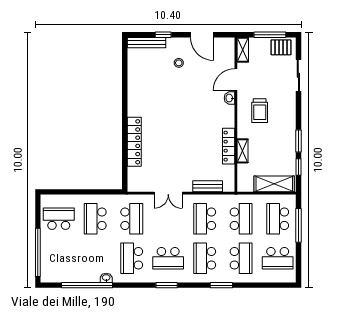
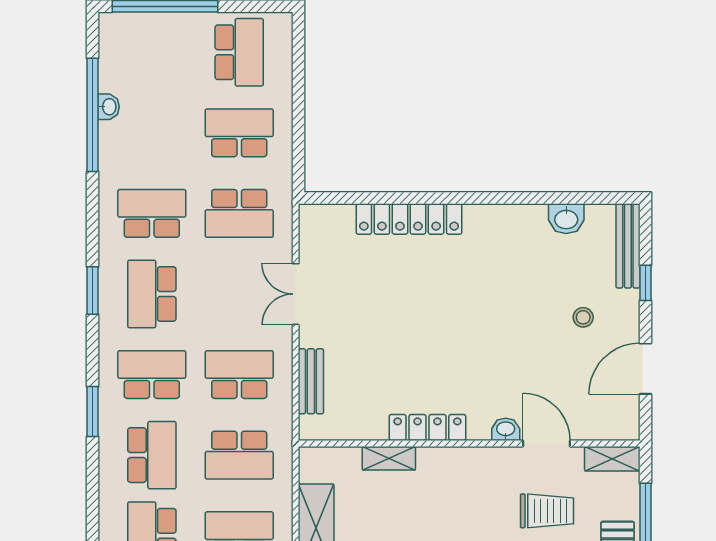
washbasin: (134, 71) -> (566, 219), added
trolley: (260, 111) -> (547, 511), moved, turned 180
locker: (229, 146) -> (427, 427), moved
school desk: (241, 258) -> (152, 455), turned -90
washbasin: (106, 278) -> (109, 107), moved

